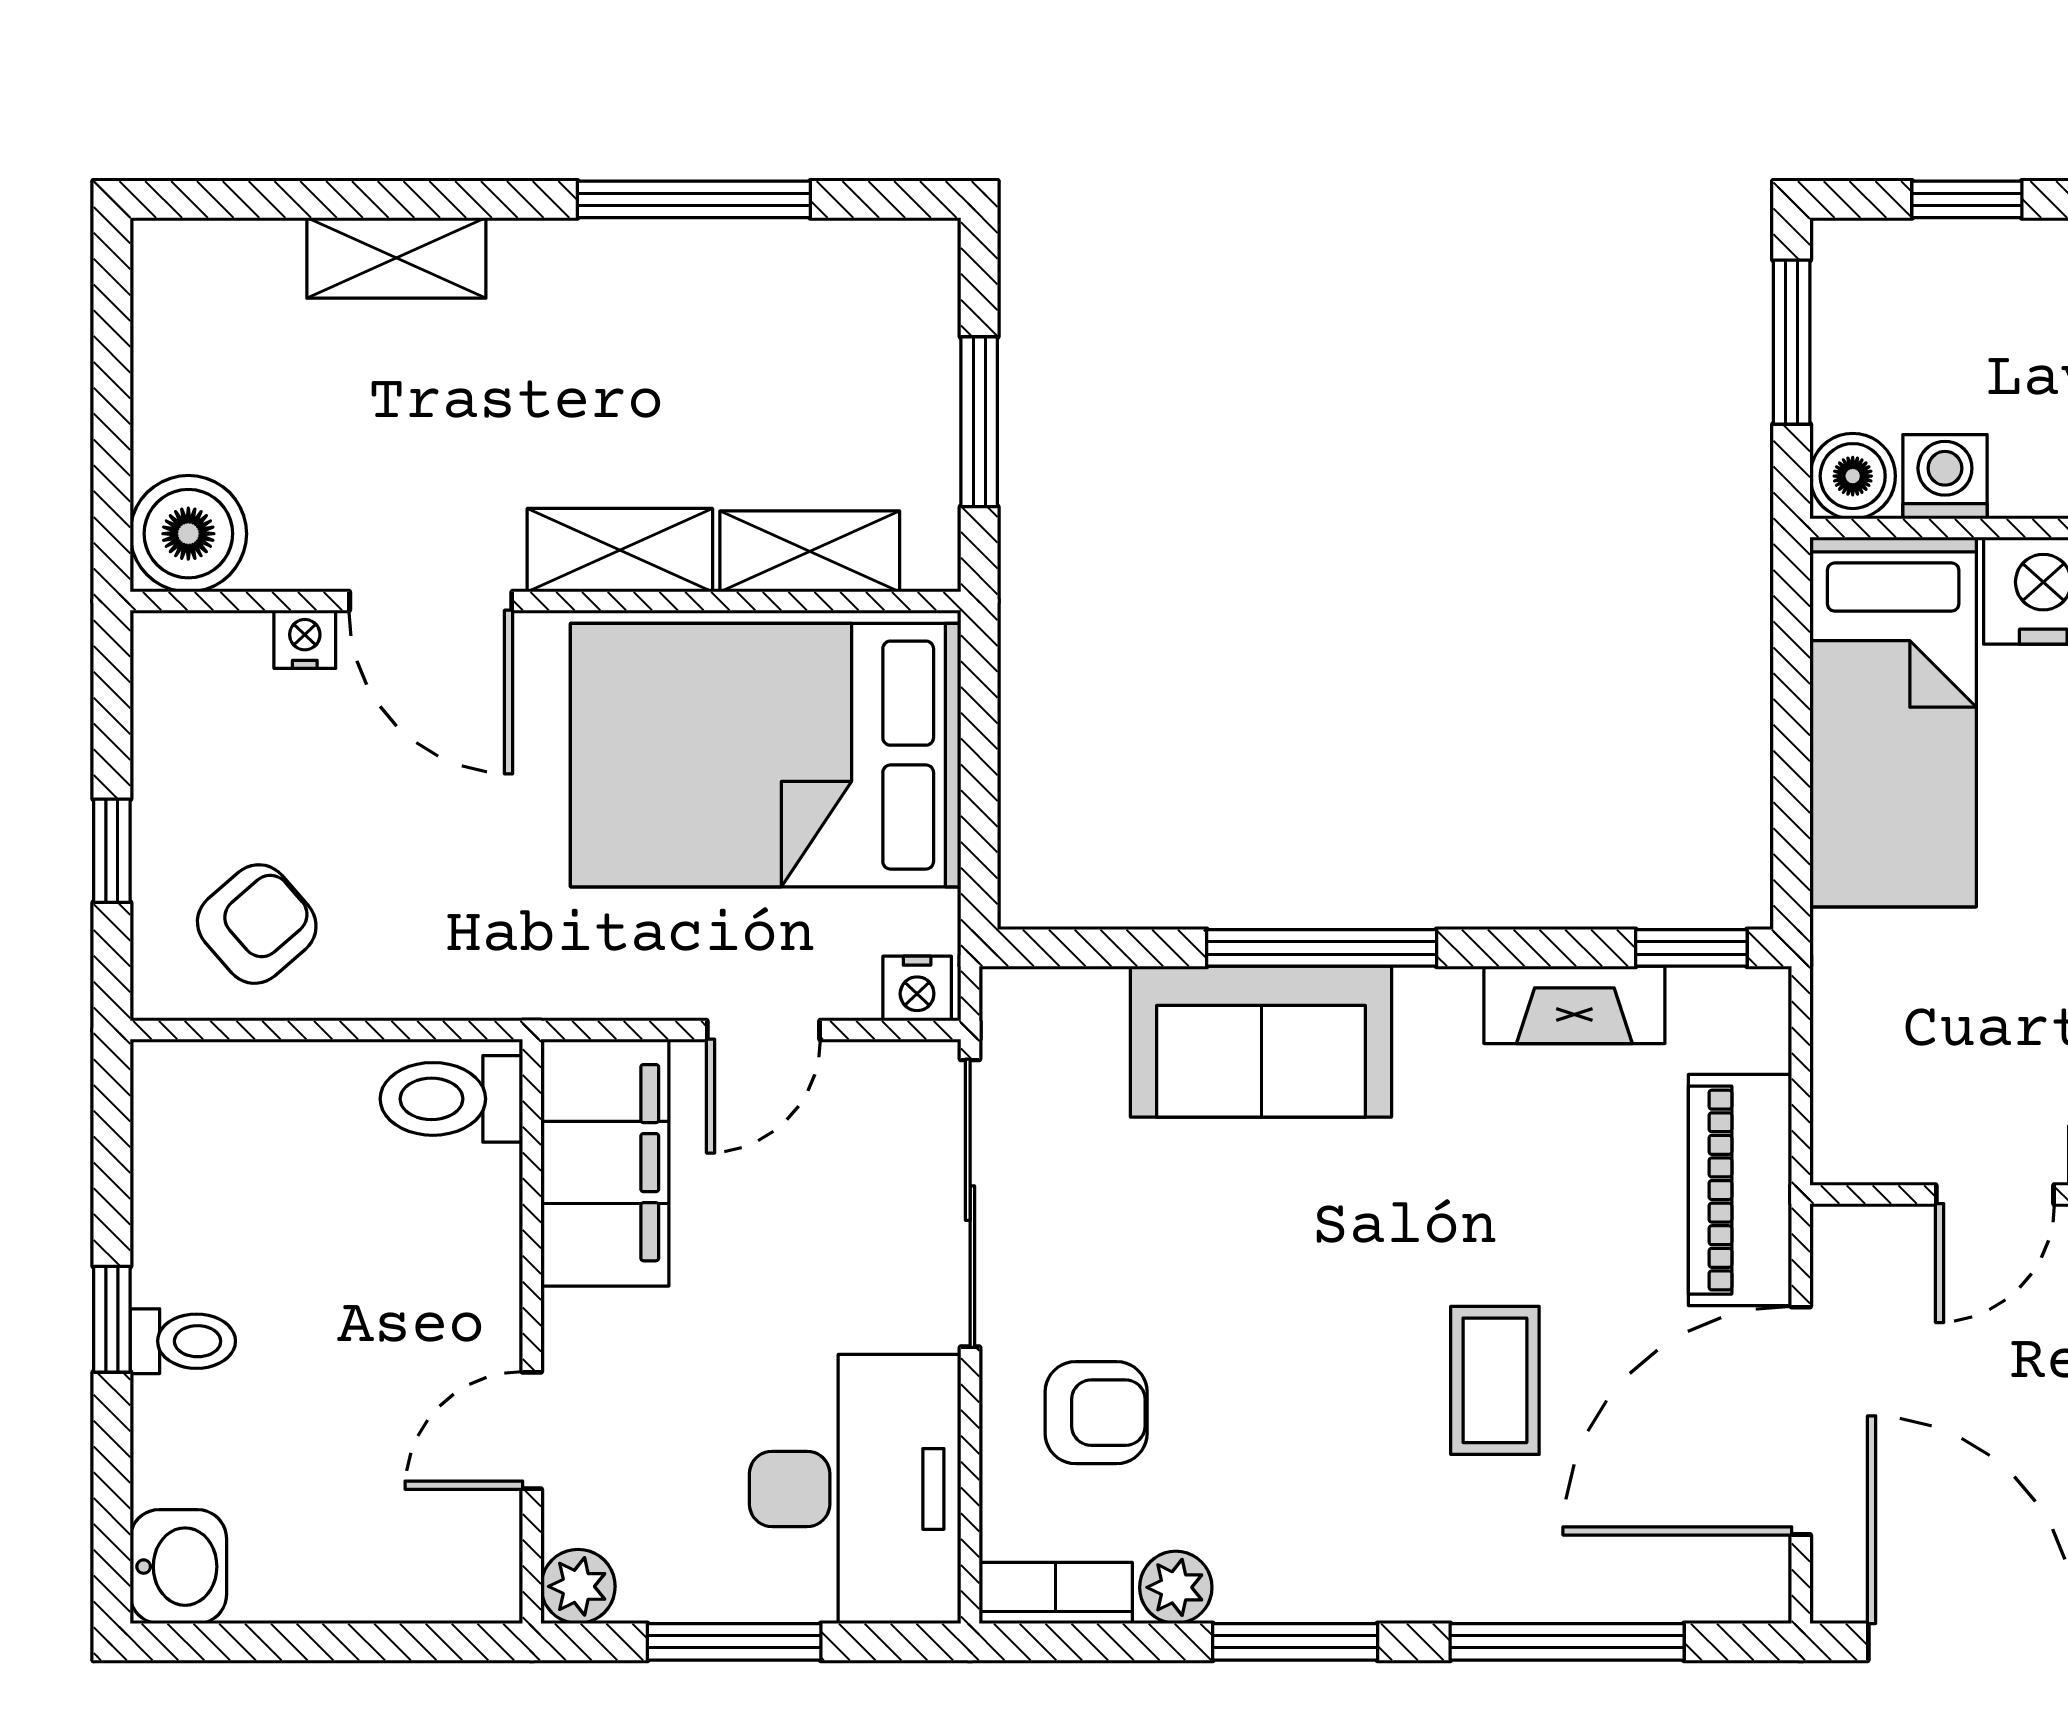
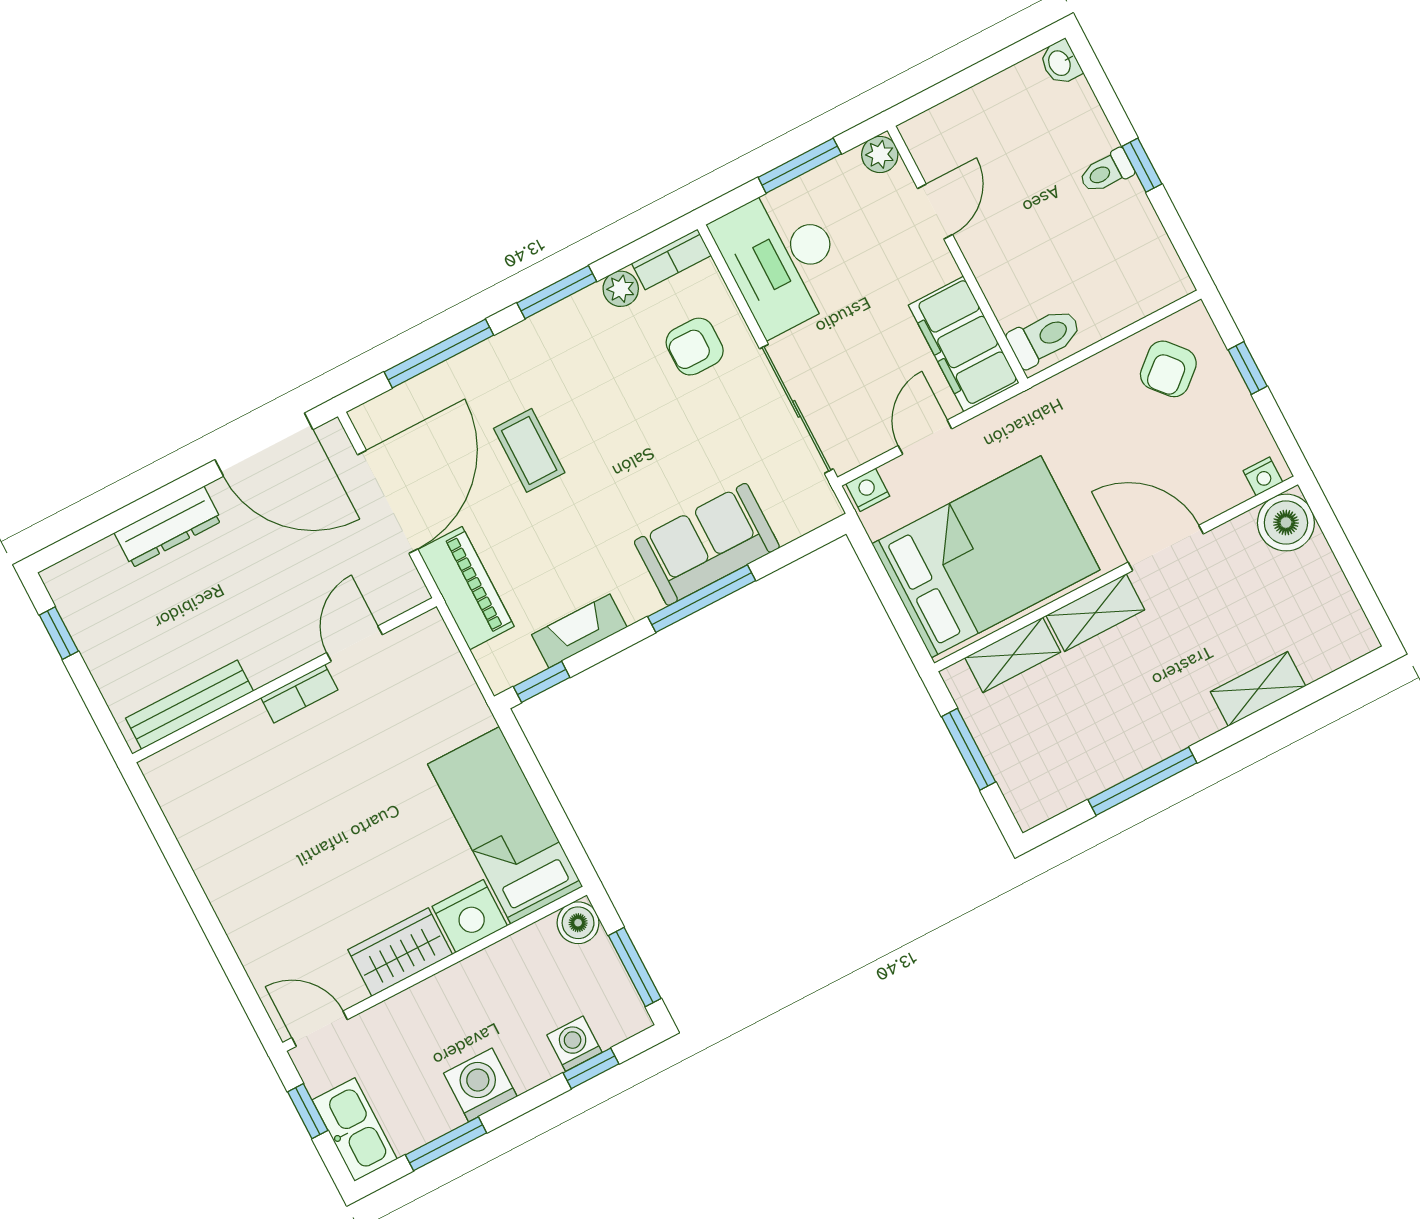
washing machine: (1945, 477) -> (574, 1044), moved, turned 180
nightstand: (305, 639) -> (1263, 476), moved
washbasin: (178, 1567) -> (1060, 63), width x0.72, depth x0.69

